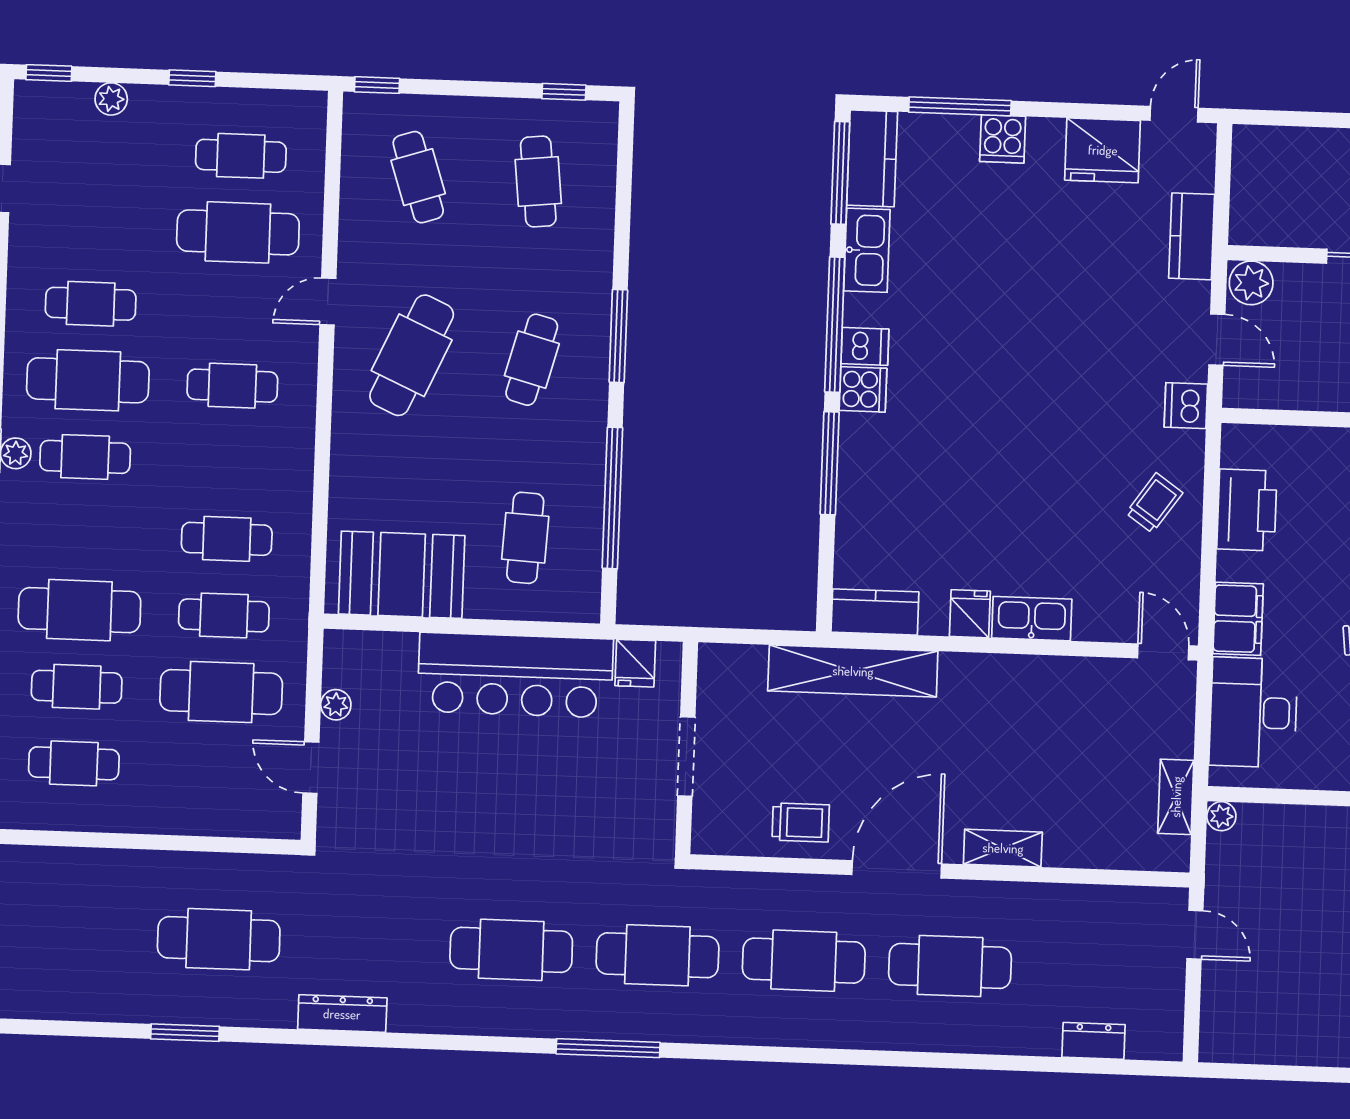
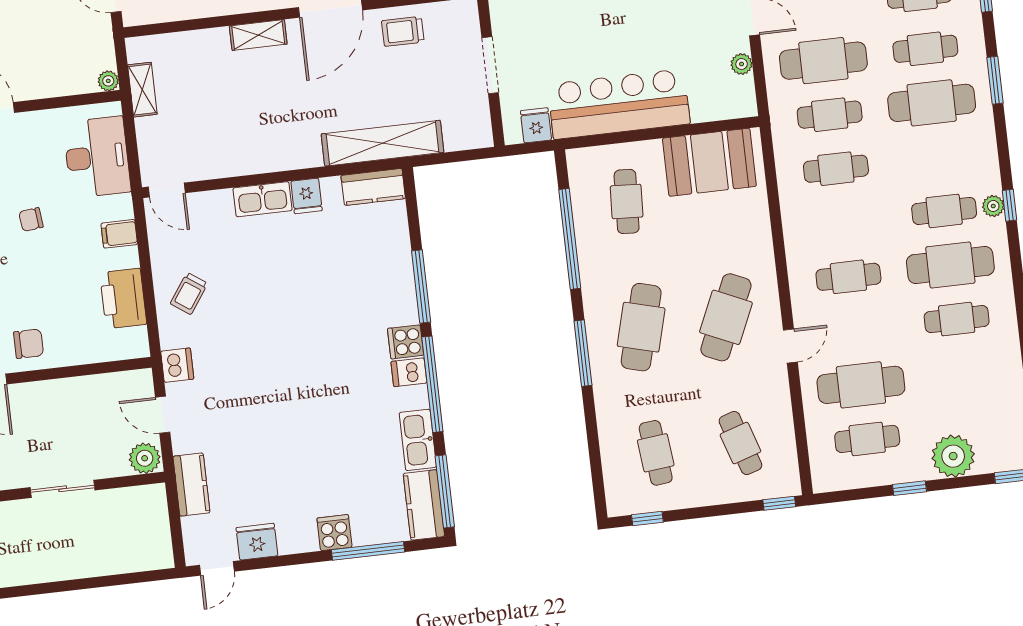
plant: (111, 99) -> (953, 456), width x1.88, depth x1.88
fridge: (1103, 150) -> (257, 542), width x0.73, depth x0.75
cafe table: (532, 360) -> (641, 327), width x1.37, depth x1.35
filing cabinet: (1238, 619) -> (119, 234), width x0.50

